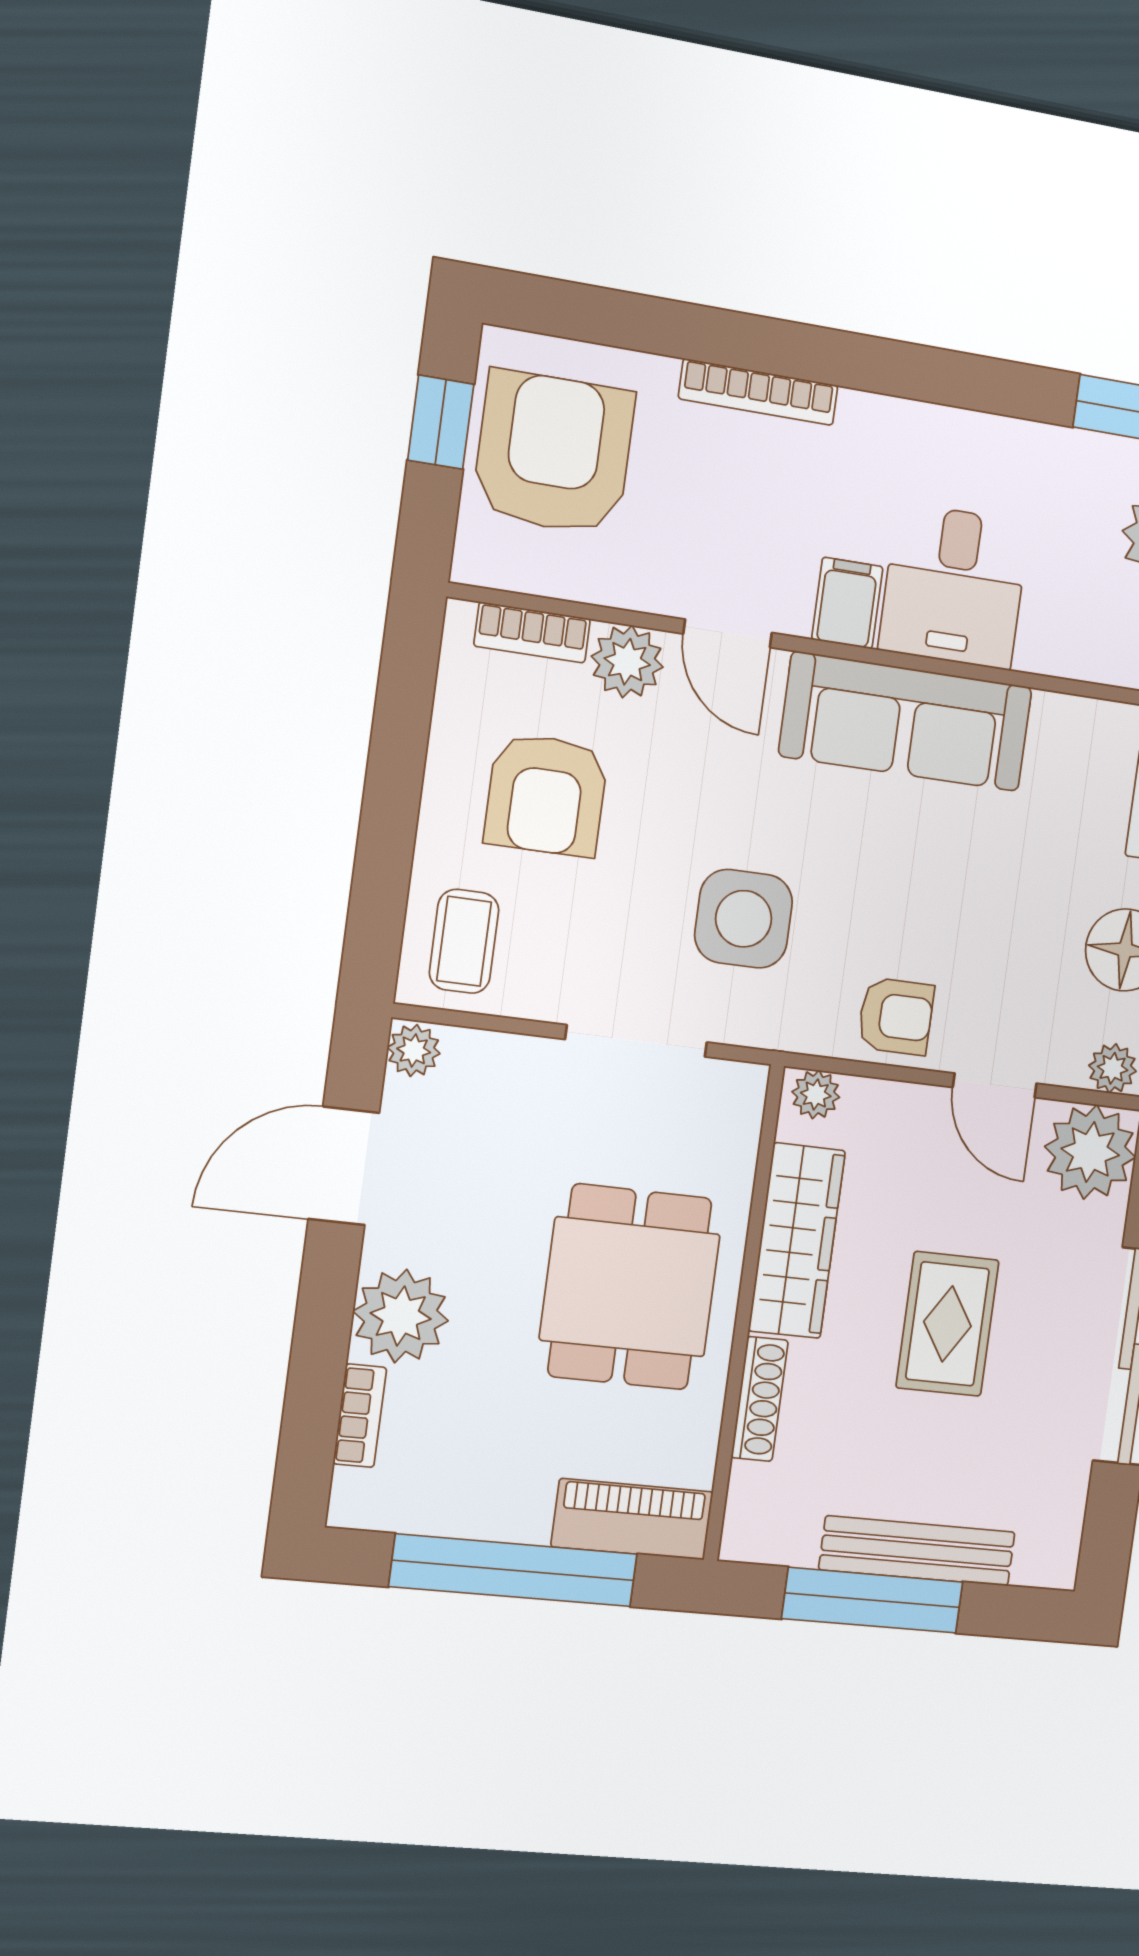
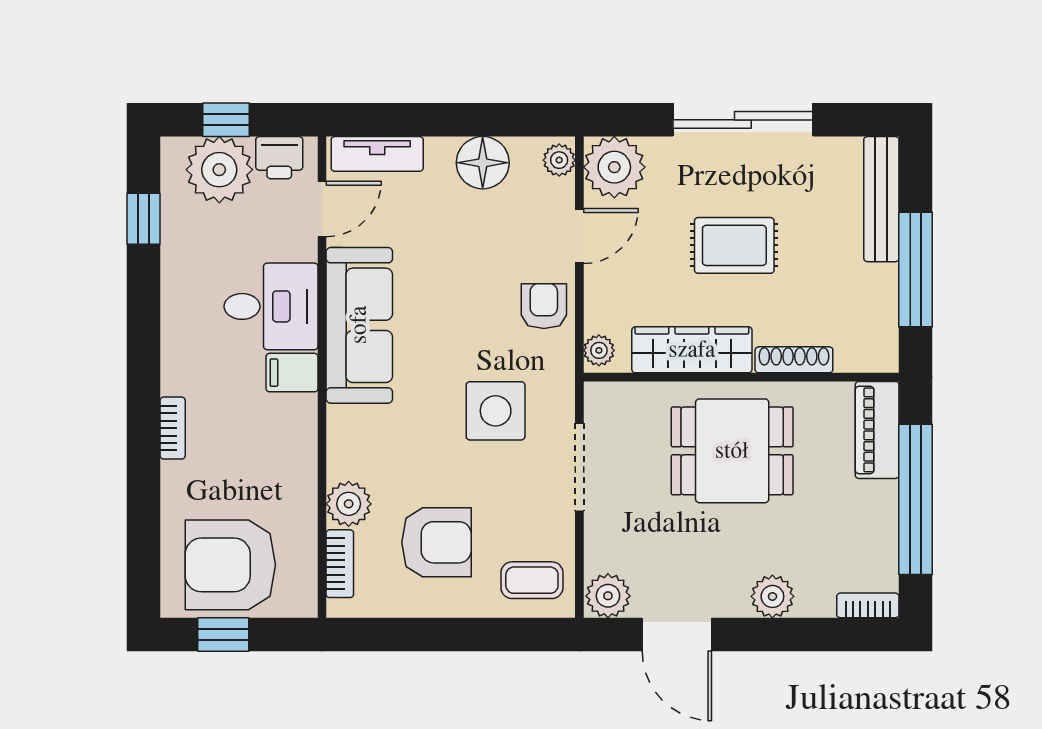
bookcase: (758, 392) -> (173, 428), width x0.64
door: (728, 633) -> (322, 209), moved
plant: (414, 1050) -> (608, 596), width x1.38, depth x1.38
plant: (401, 1316) -> (772, 596), width x0.73, depth x0.73
bookcase: (360, 1416) -> (868, 605), moved
bench: (917, 1551) -> (881, 199), moved

